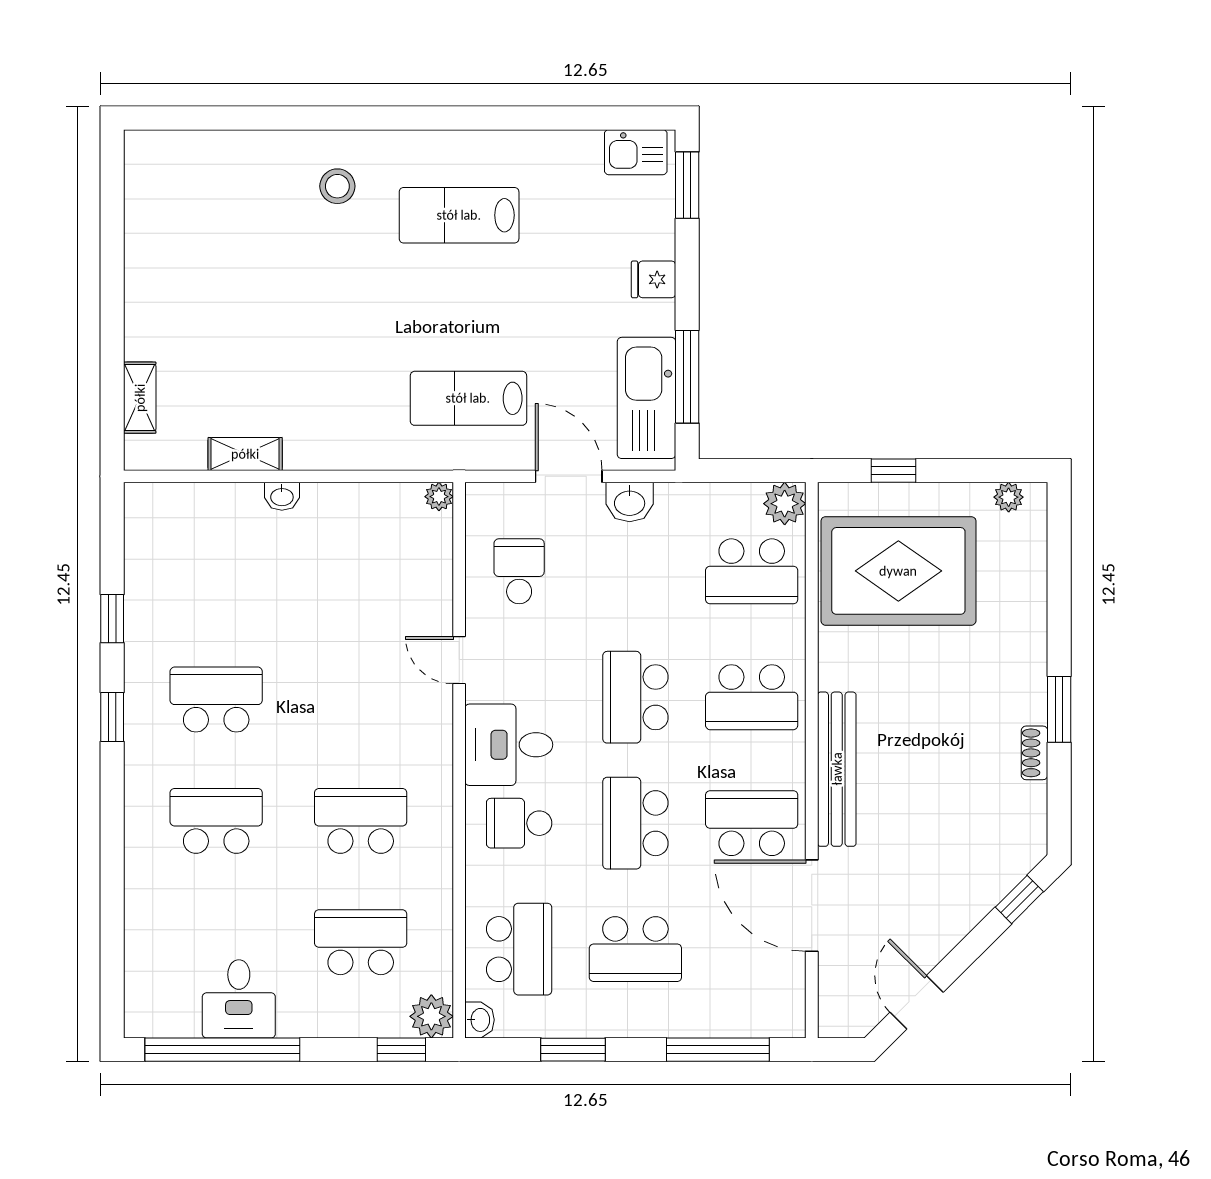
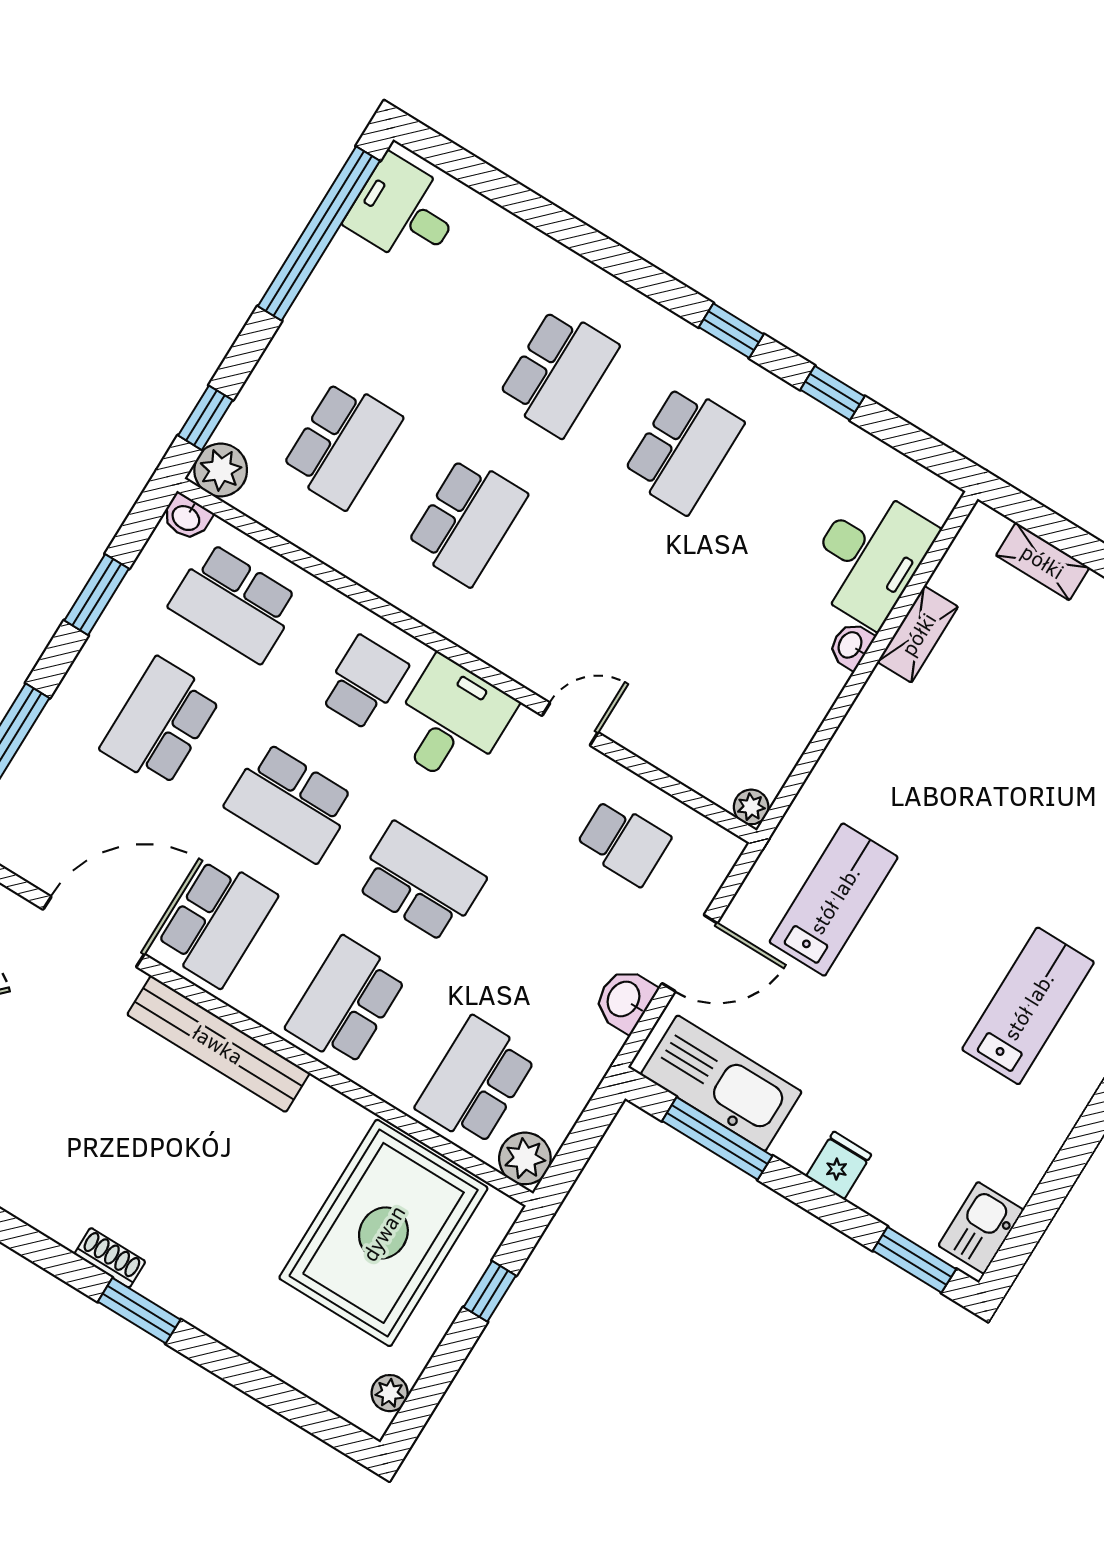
desk: (211, 522) -> (869, 556), added
school desk: (635, 823) -> (290, 802), turned 180
desk: (239, 999) -> (404, 212), moved

